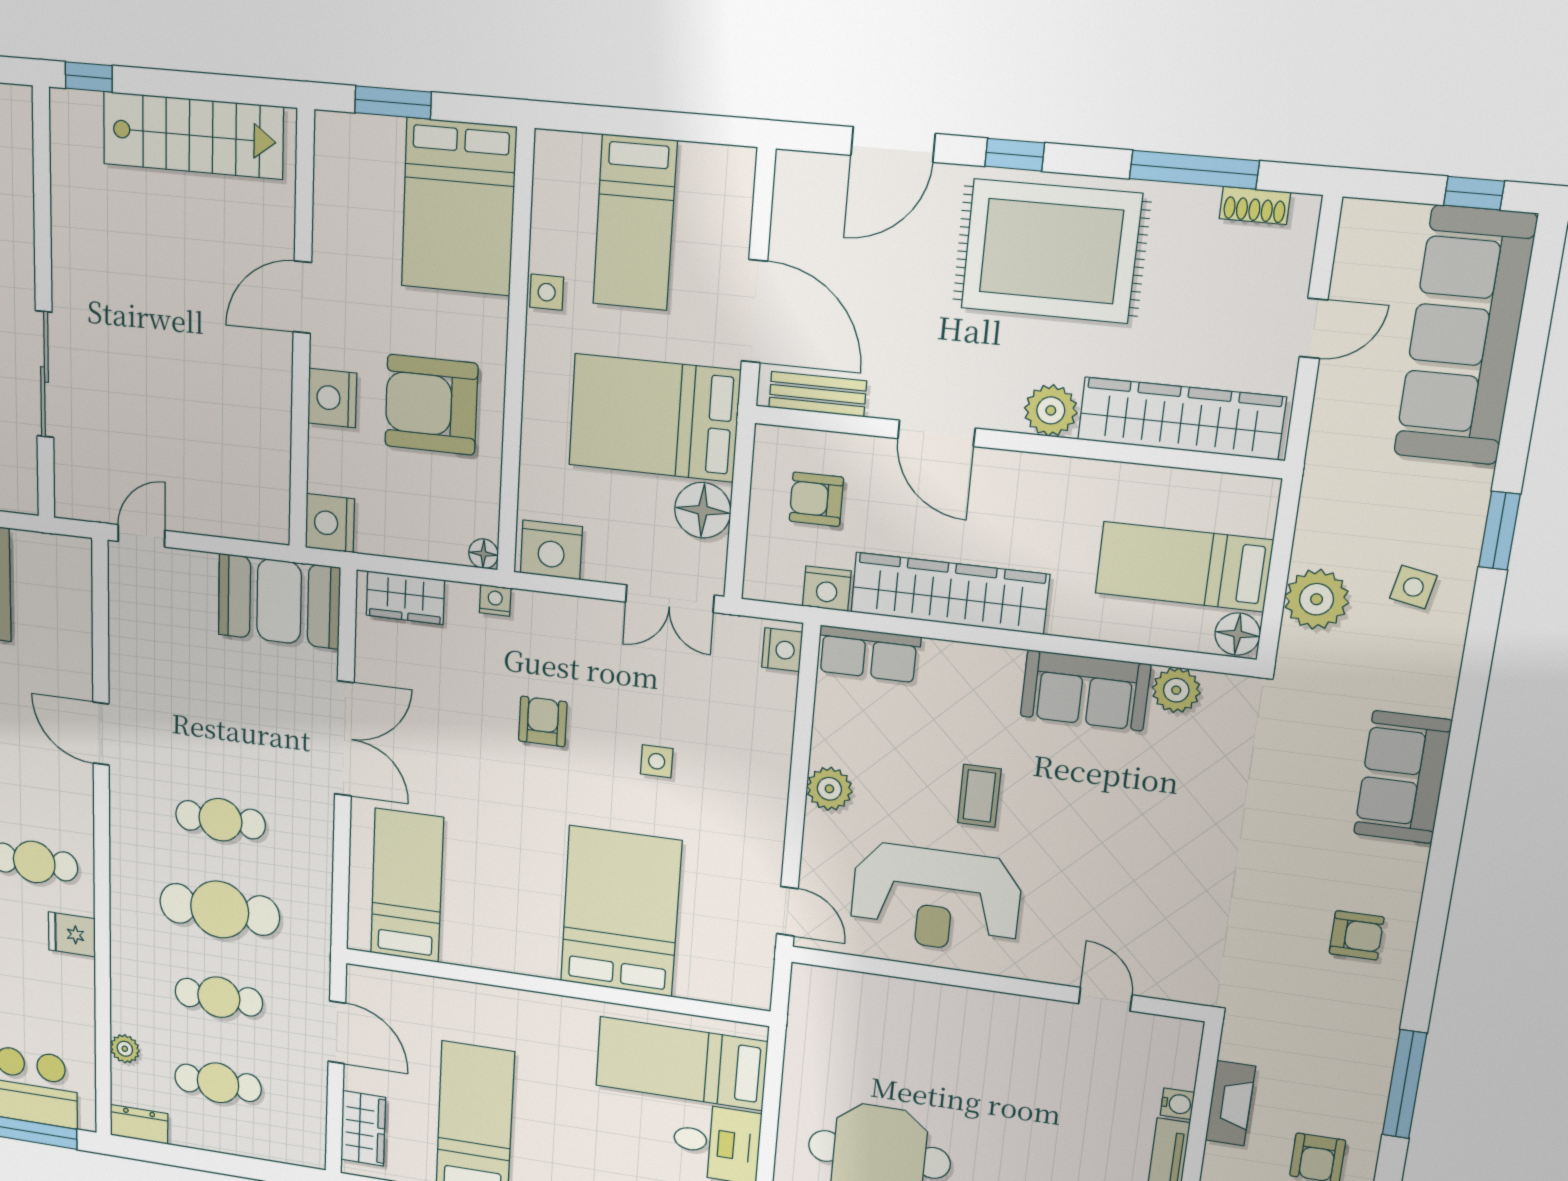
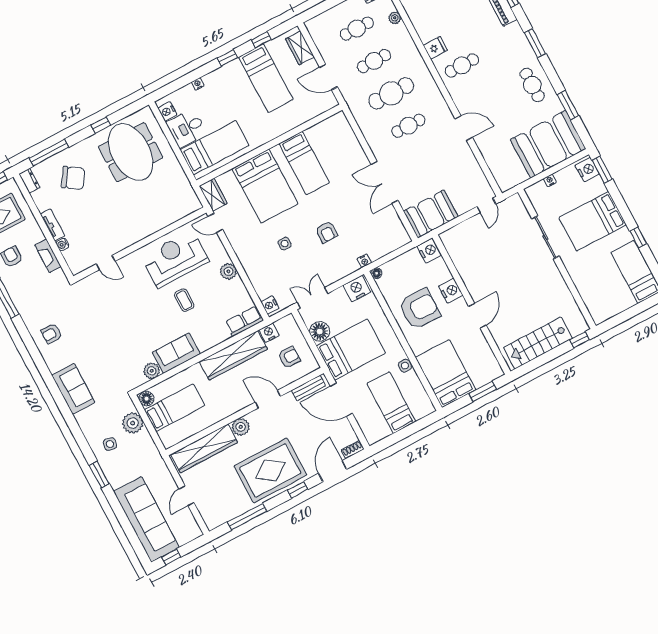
shoe rack: (1255, 206) -> (353, 450), moved
wardrobe: (405, 598) -> (213, 195), moved, turned 90
bed: (407, 886) -> (304, 163), moved

